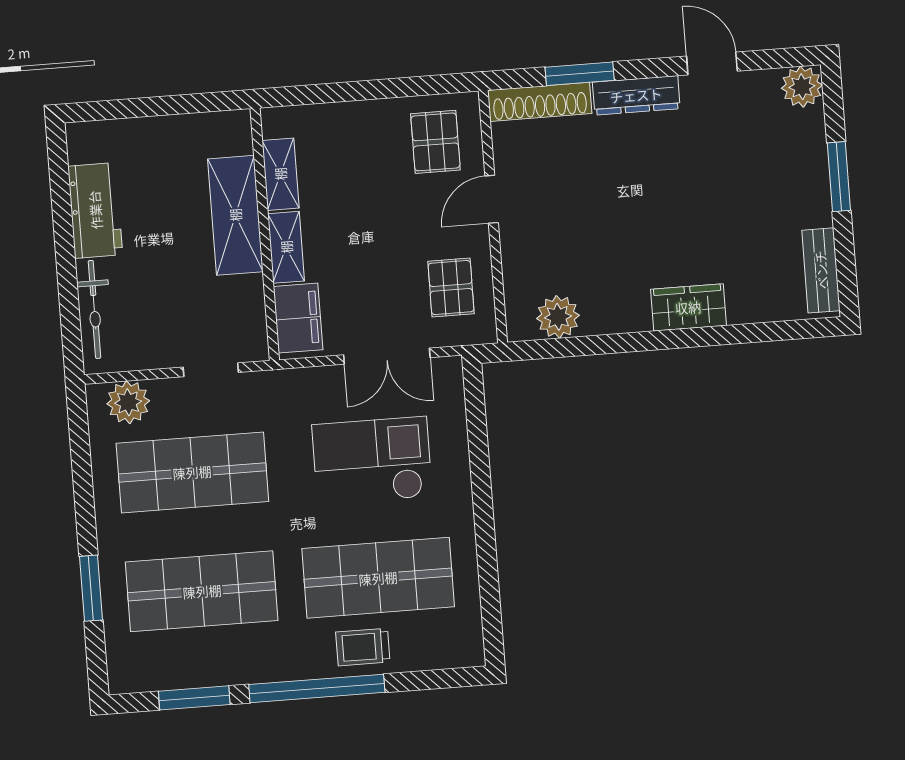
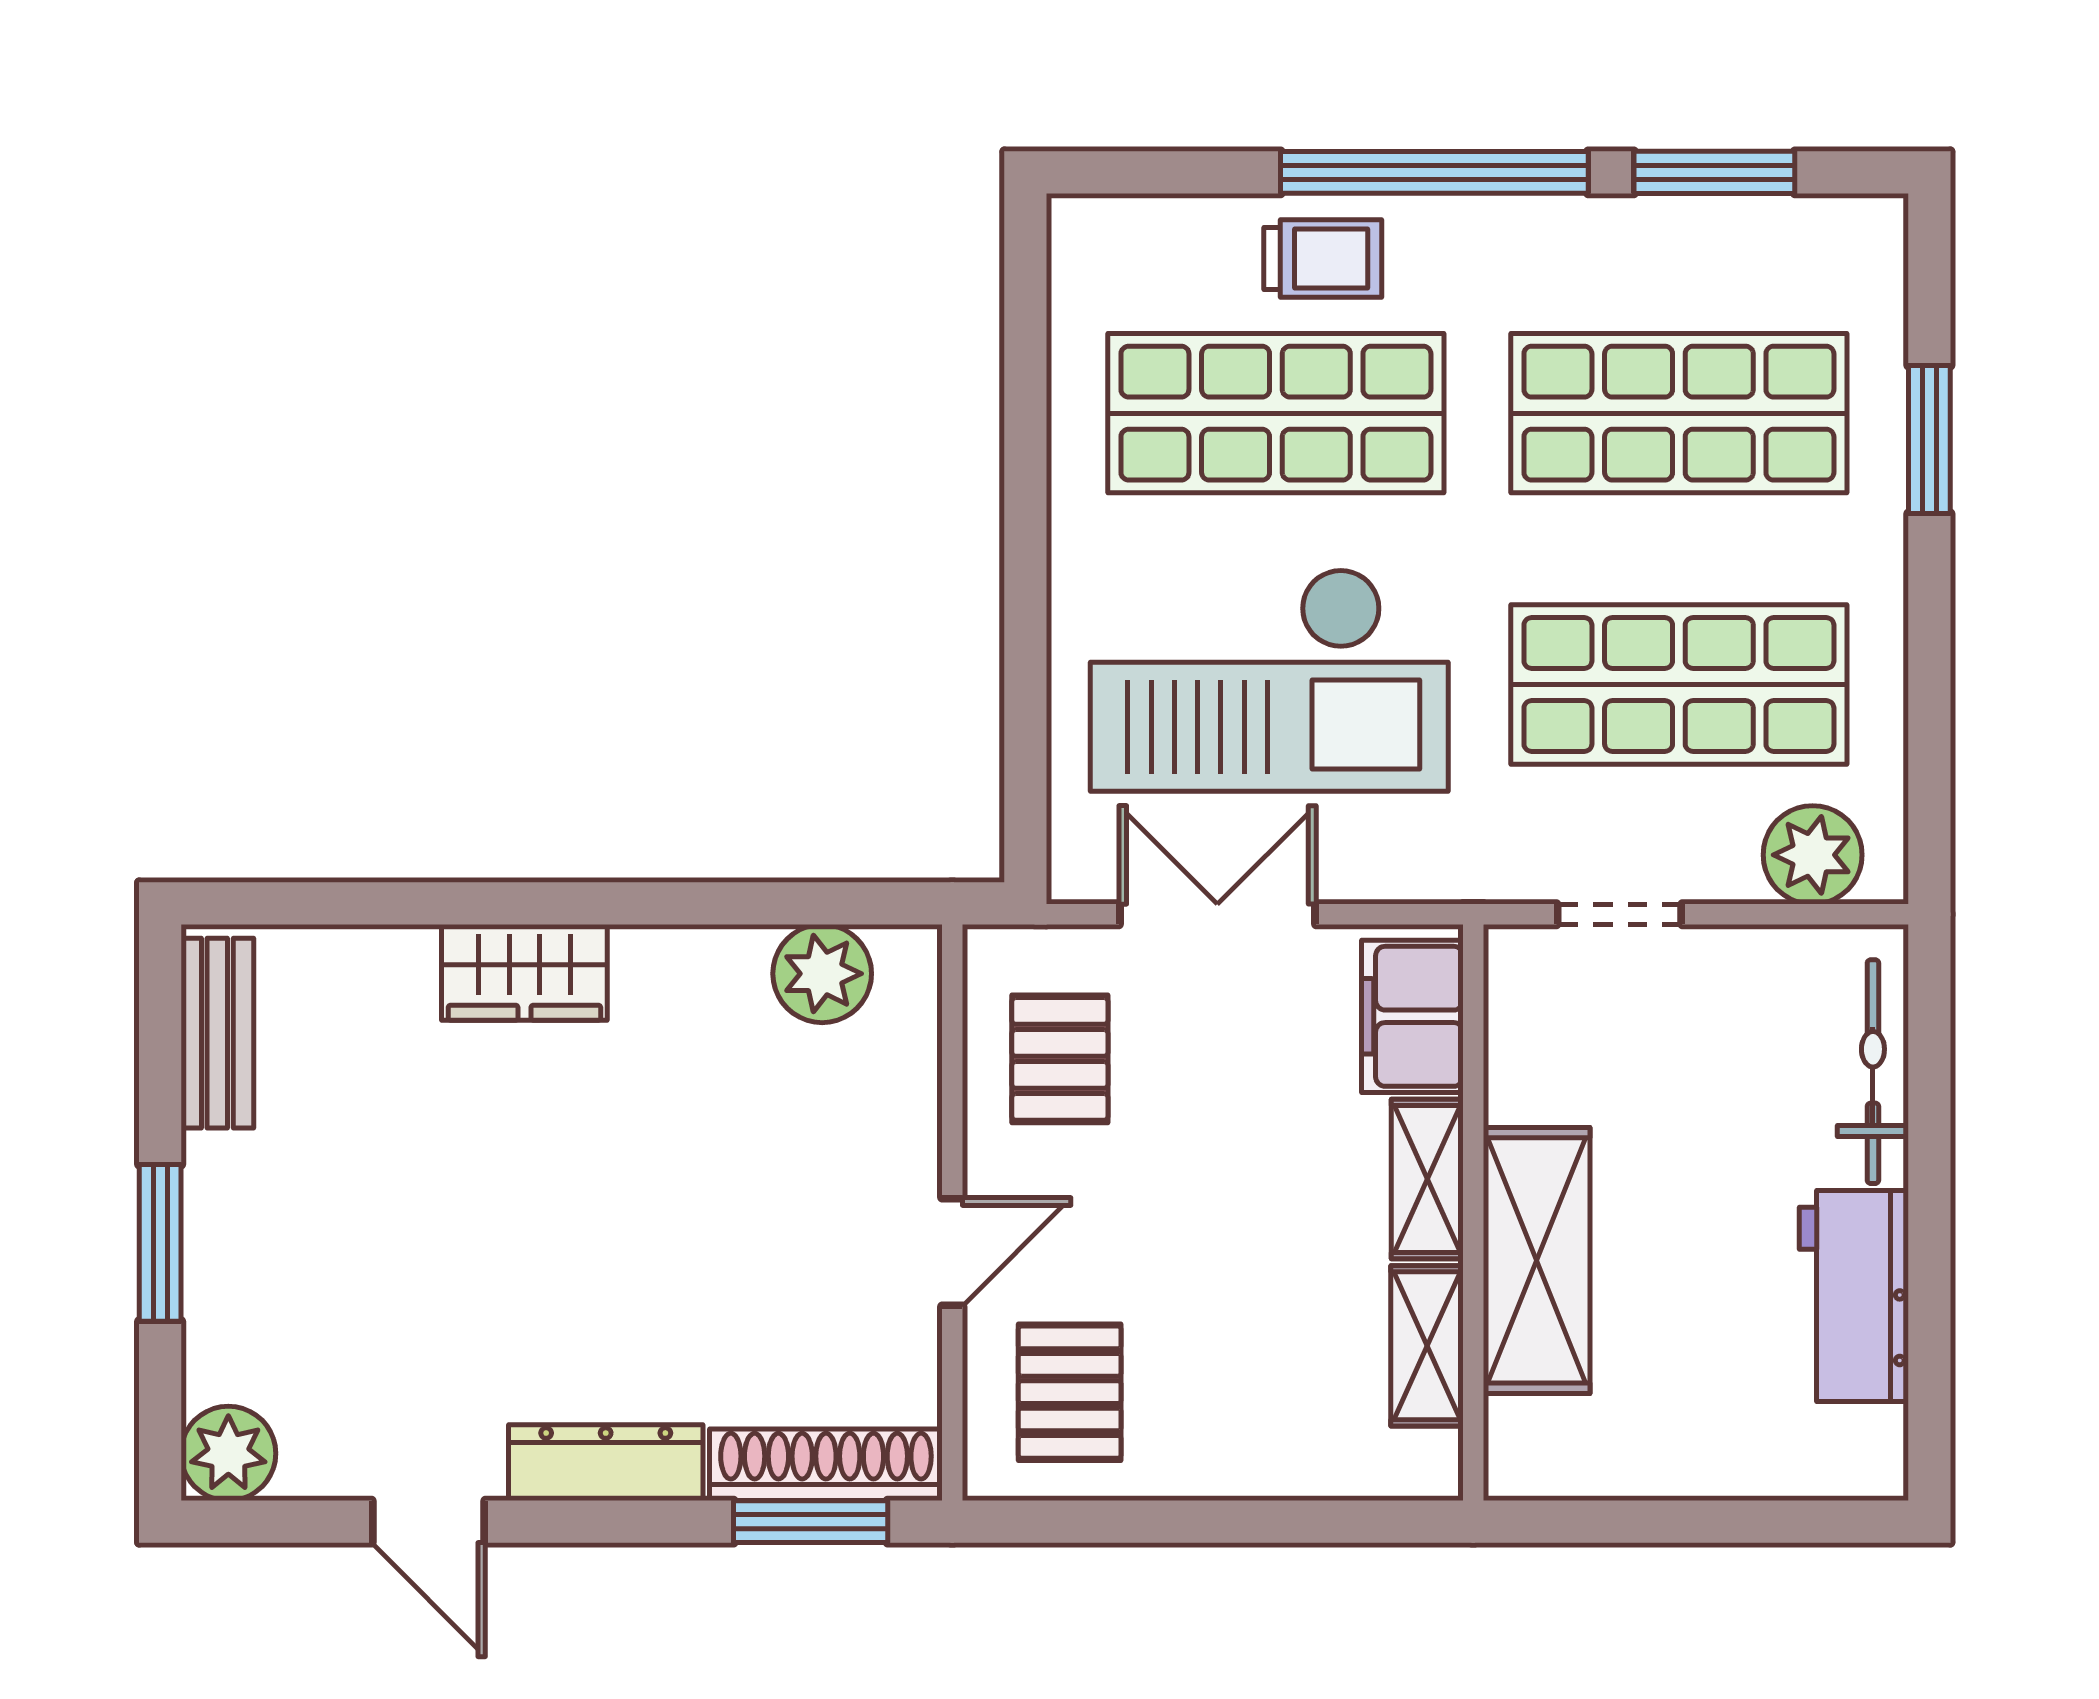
window: (580, 74) -> (811, 1522), moved
checkout: (372, 461) -> (1269, 680), width x1.36, depth x1.21

